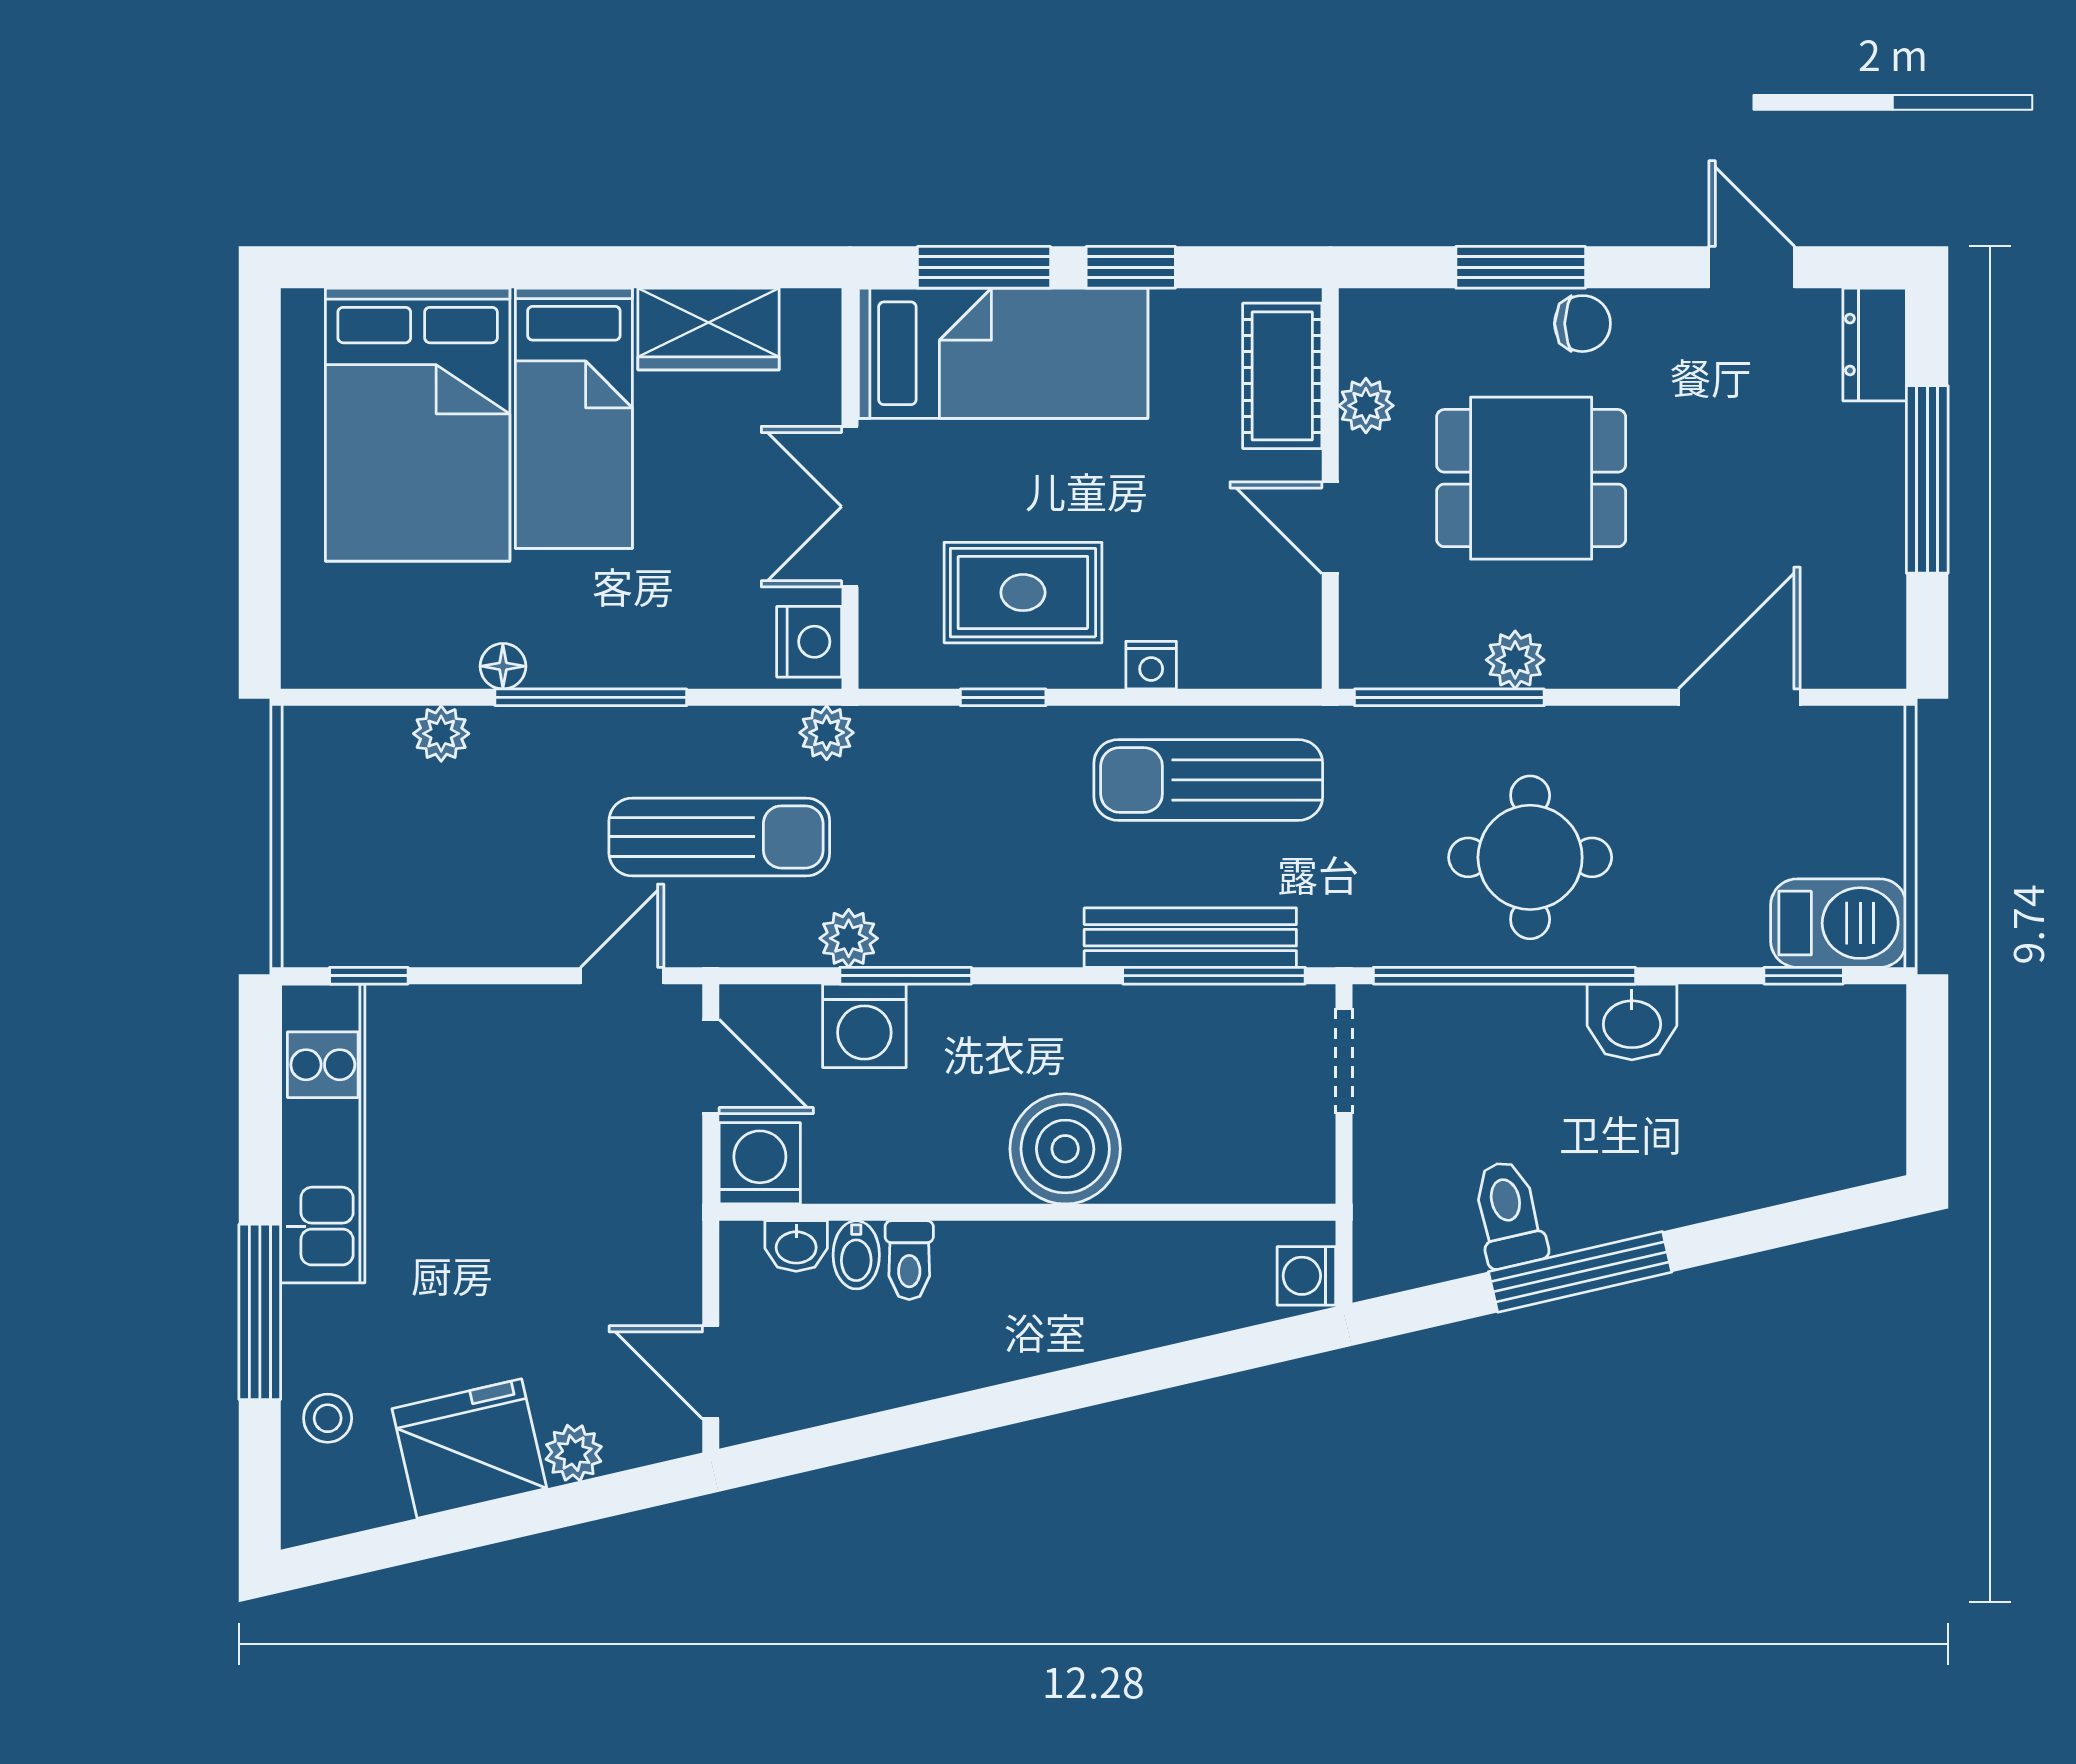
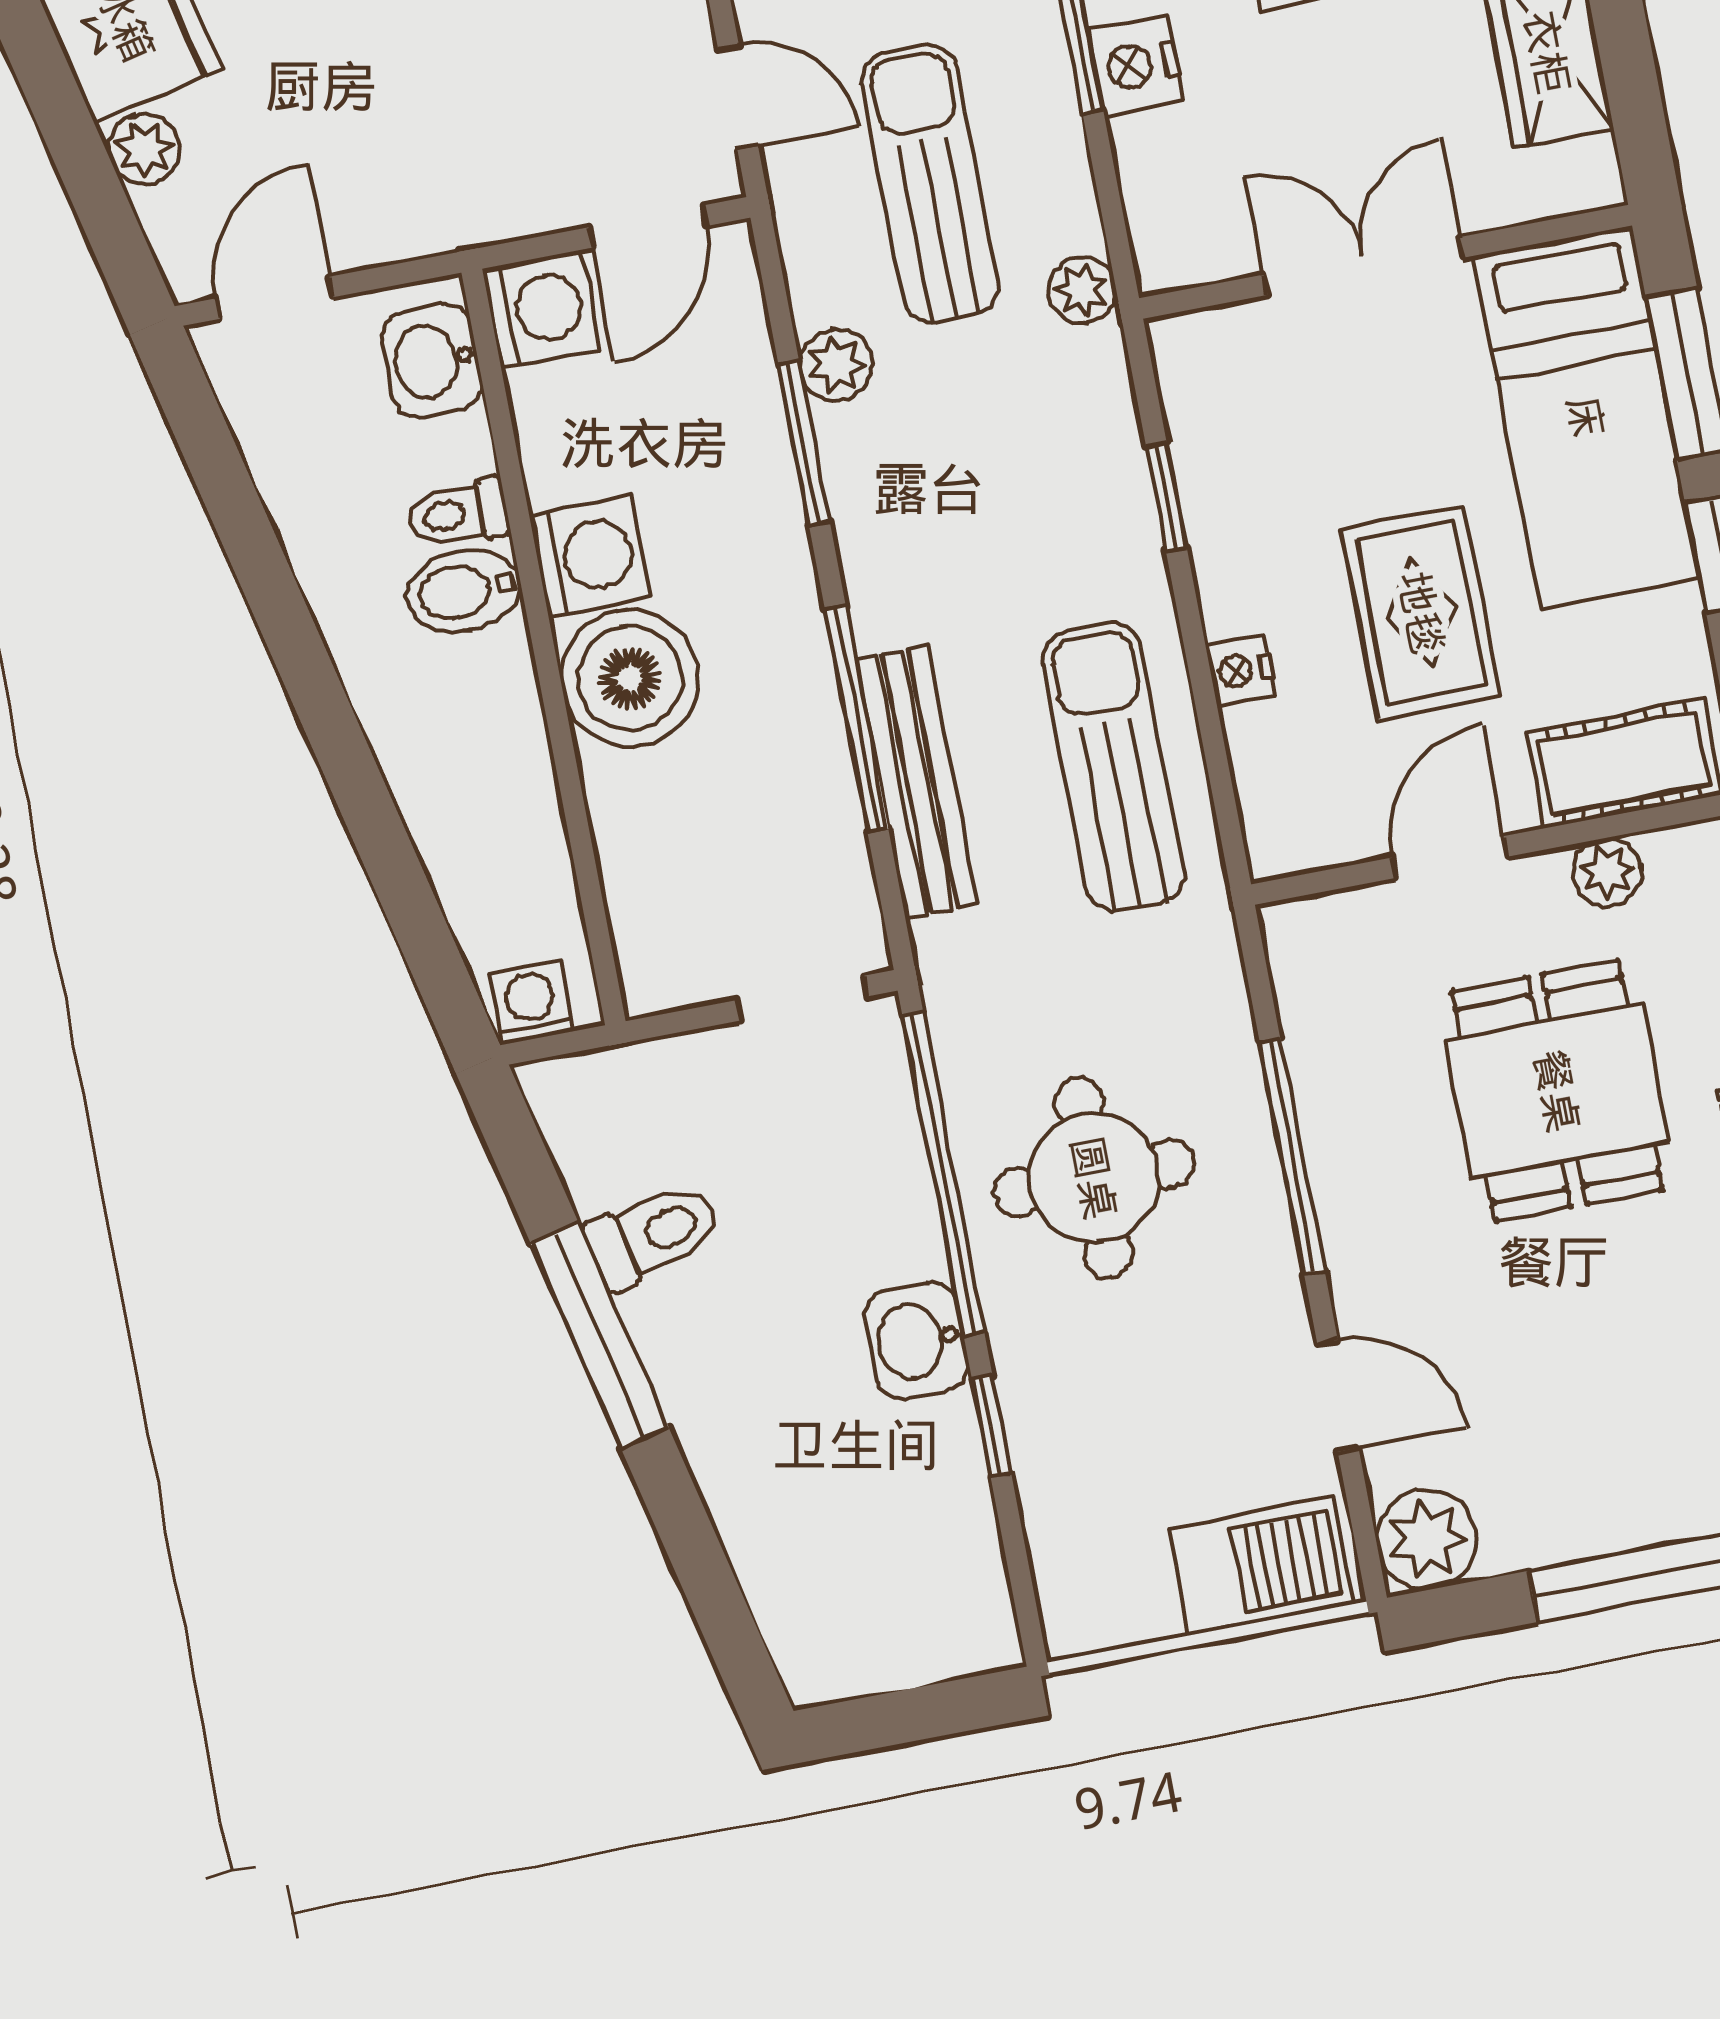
rug: (1023, 593) -> (1421, 613), moved
nightstand: (809, 642) -> (1136, 66), moved, turned 90
plant: (1515, 660) -> (1427, 1540), moved, width x1.38, depth x1.38
window: (1449, 697) -> (1292, 1156), moved
door: (1739, 697) -> (1338, 1396), width x0.73
sun lounger: (719, 837) -> (930, 183), turned 180
barbecue: (1839, 923) -> (1261, 1566), moved, turned -90
window: (1214, 976) -> (857, 719), moved
window: (1804, 976) -> (991, 1426), moved
washing machine: (864, 1026) -> (590, 556), moved, turned 180
washbasin: (796, 1246) -> (432, 361), width x1.38, depth x1.45
bidet: (856, 1255) -> (464, 591), moved, width x1.38, depth x1.36

